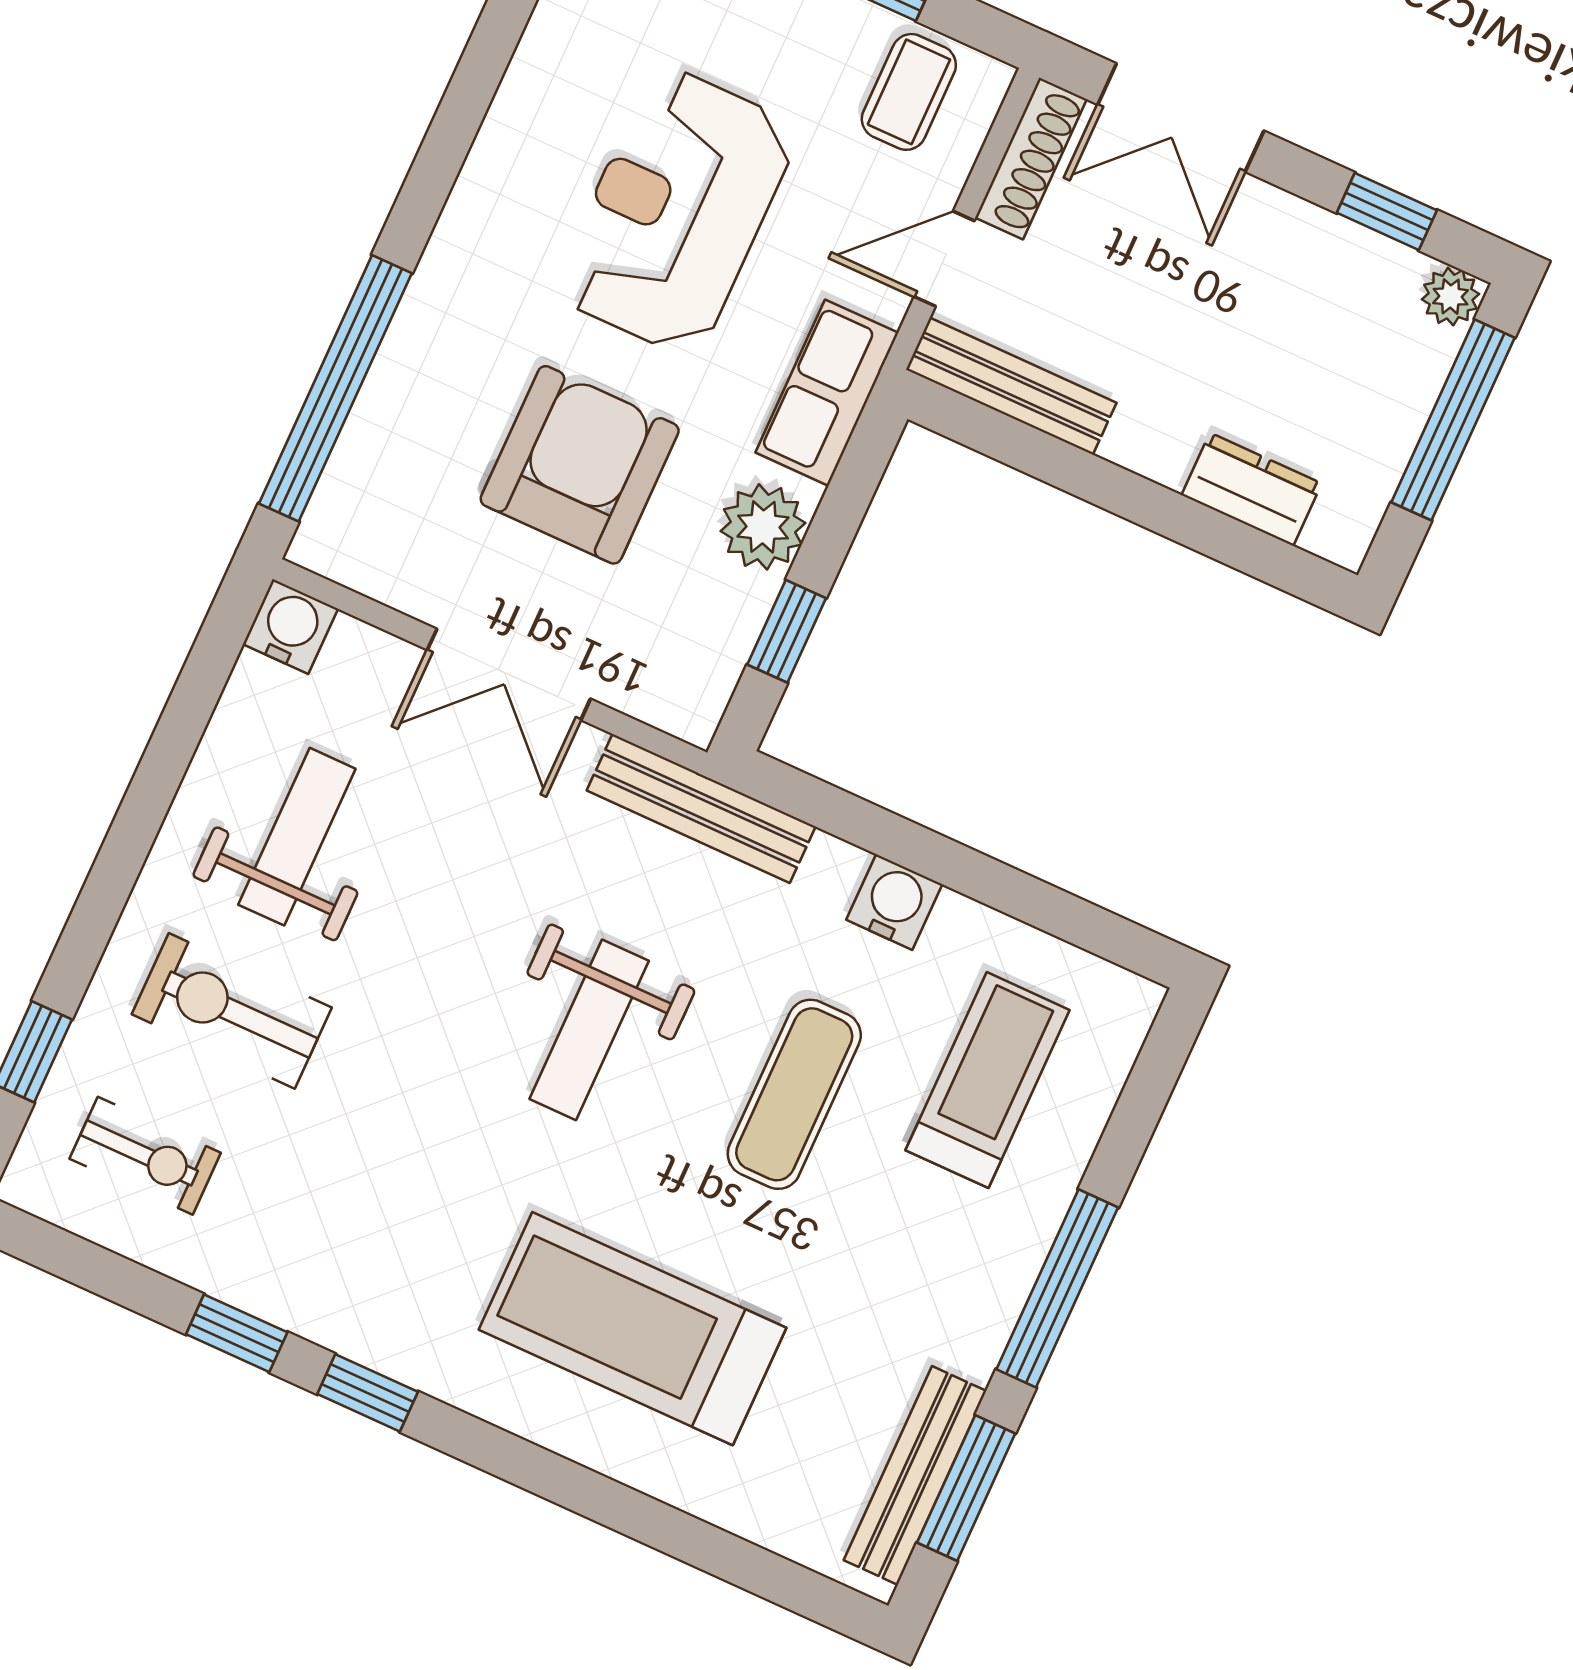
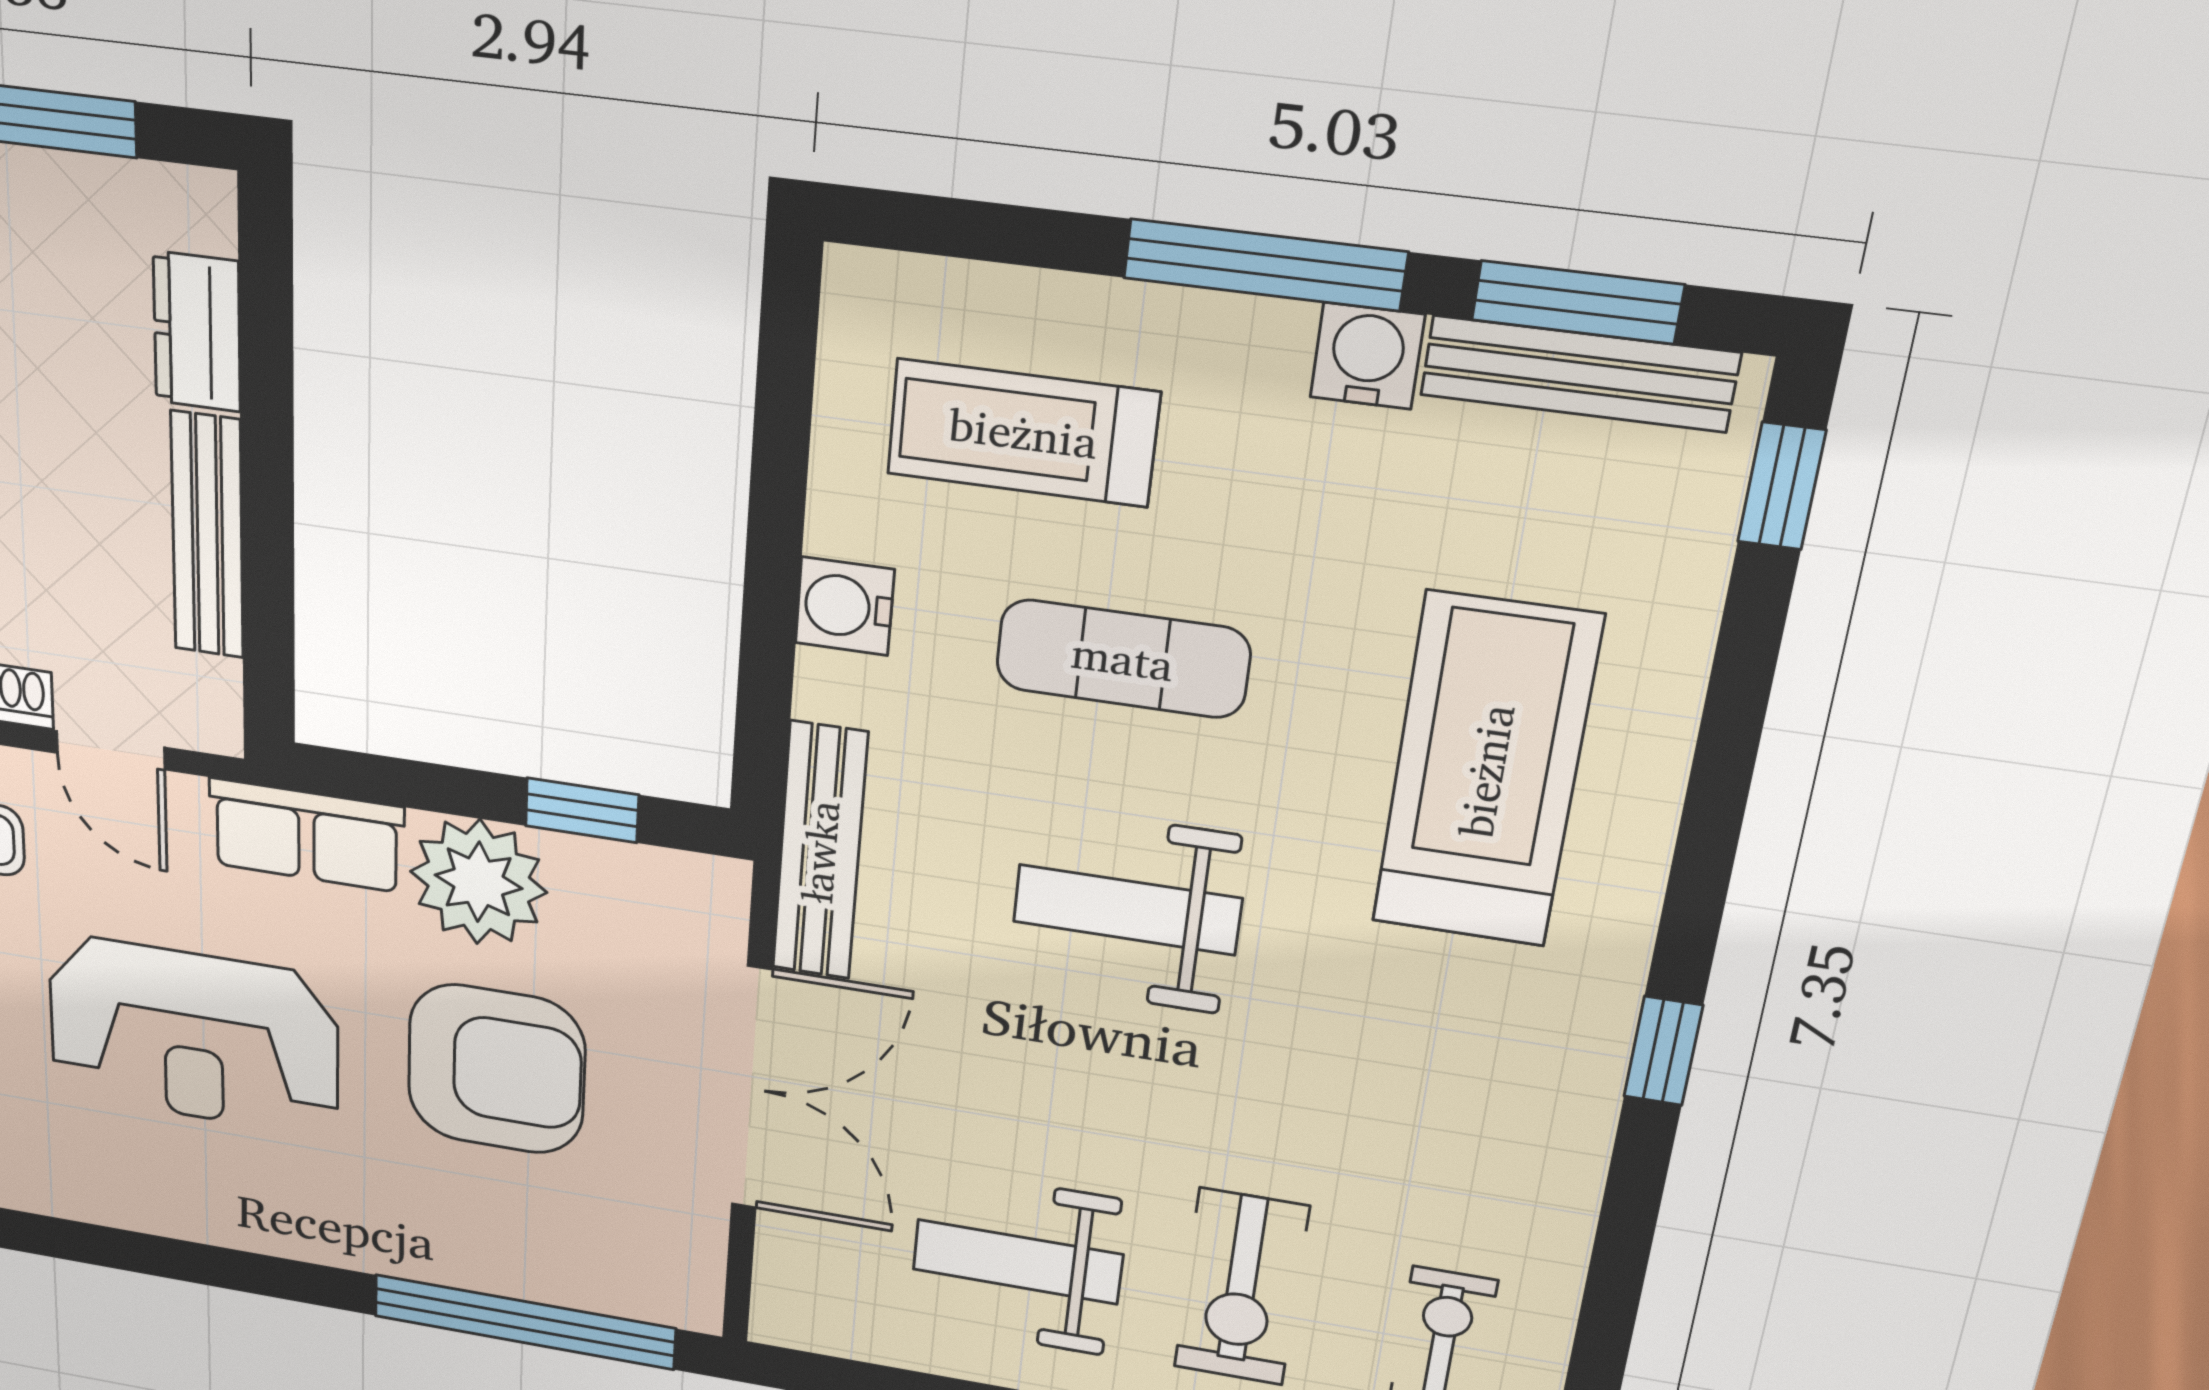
bench: (1011, 386) -> (207, 536), moved
armchair: (580, 465) -> (496, 1069), turned 180
plant: (763, 527) -> (478, 882), width x1.36, depth x1.36
water cooler: (290, 626) -> (1367, 356), moved, turned 90
double door: (509, 674) -> (752, 1089), width x1.37
weight bench: (589, 1030) -> (1127, 910), turned 180
treadmill: (633, 1329) -> (1486, 771), turned 180
window: (237, 1333) -> (1782, 486), moved

